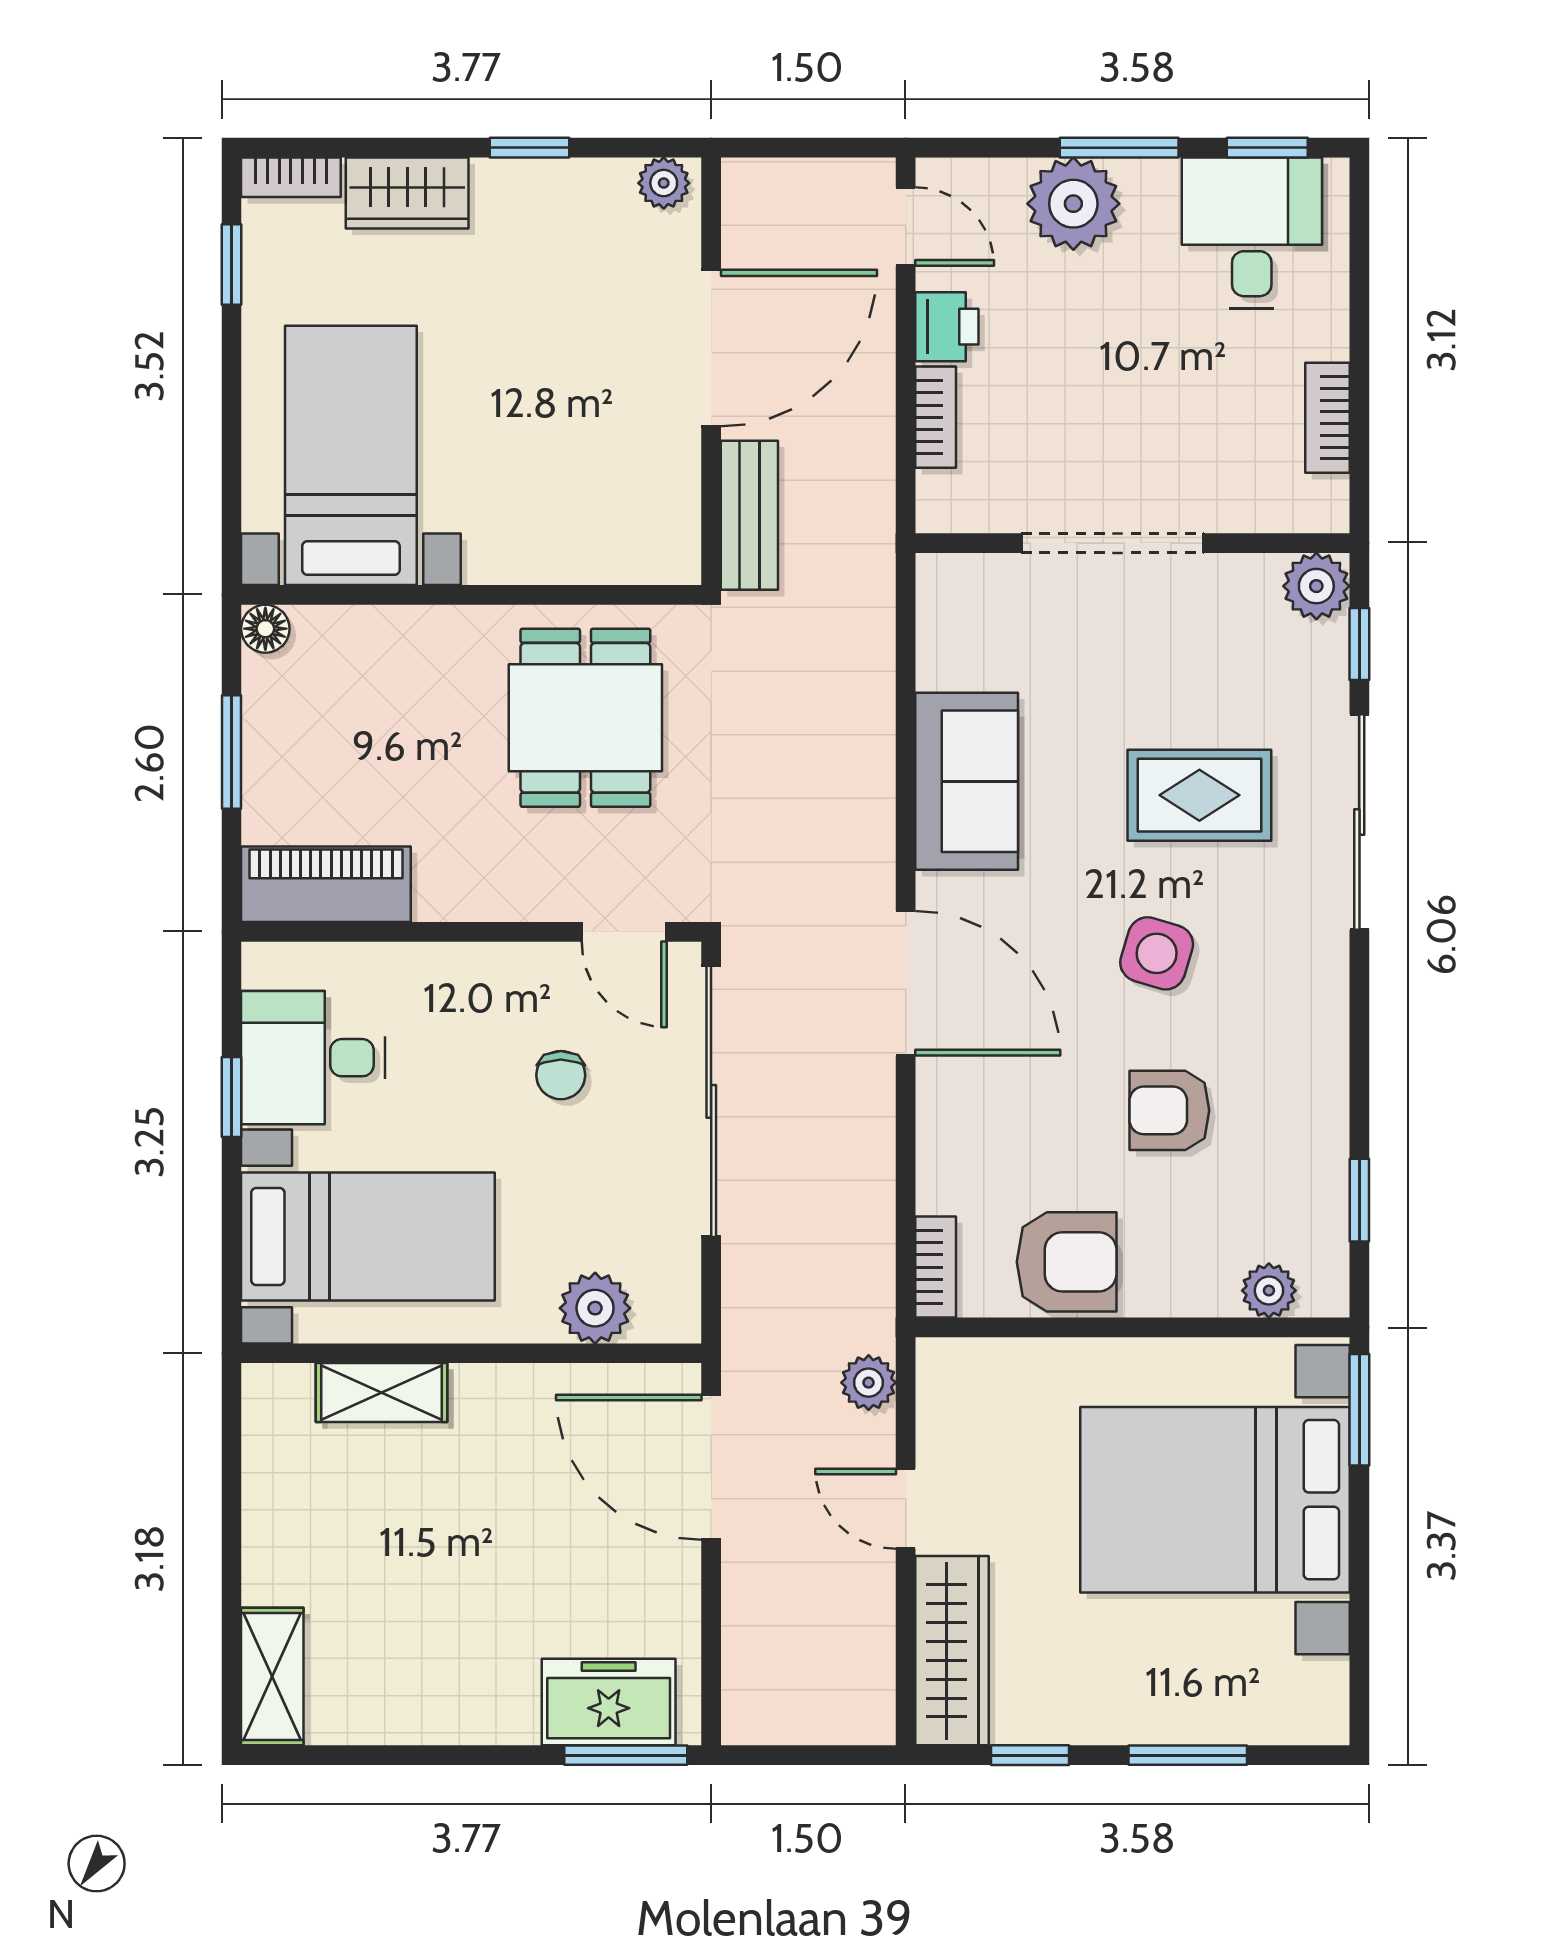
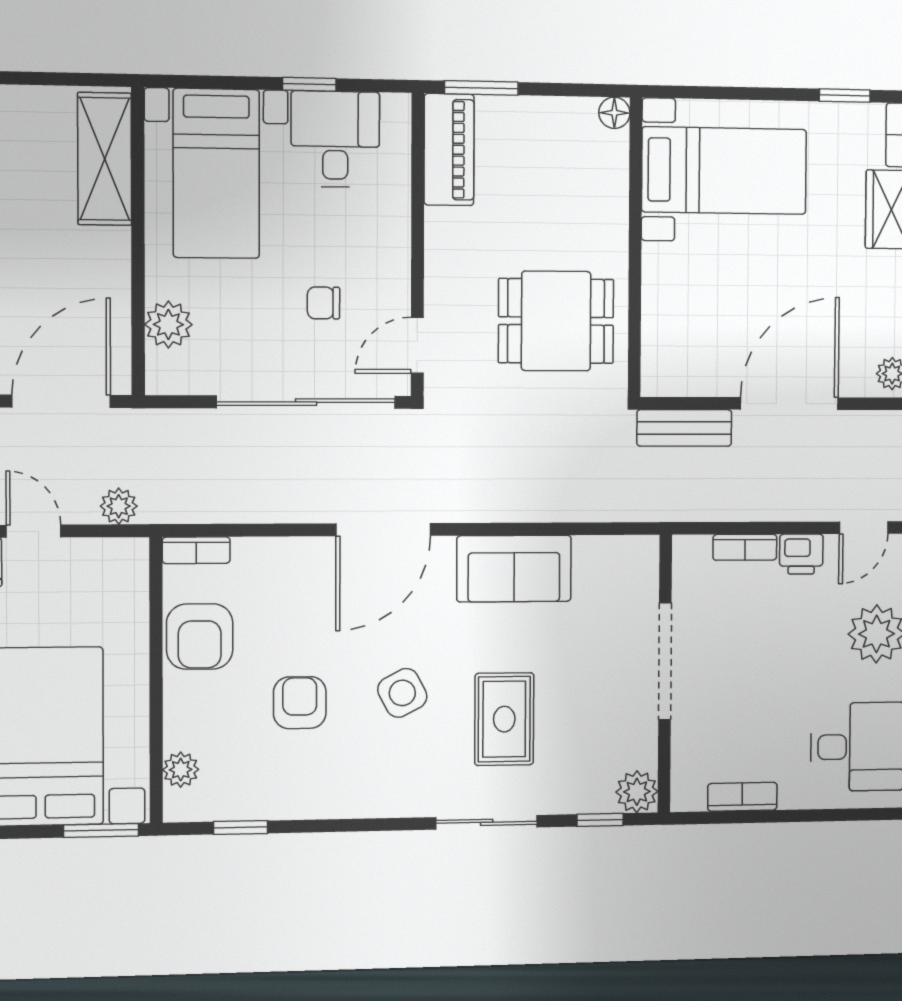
door: (711, 348) -> (789, 404), swing flipped
window: (232, 752) -> (481, 88), moved
sliding door: (1359, 822) -> (487, 822), width x0.73
side table: (1157, 953) -> (402, 693), turned 45
shelving: (382, 1393) -> (105, 159), width x1.50, depth x1.33
door: (906, 1509) -> (34, 531), hinge flipped

